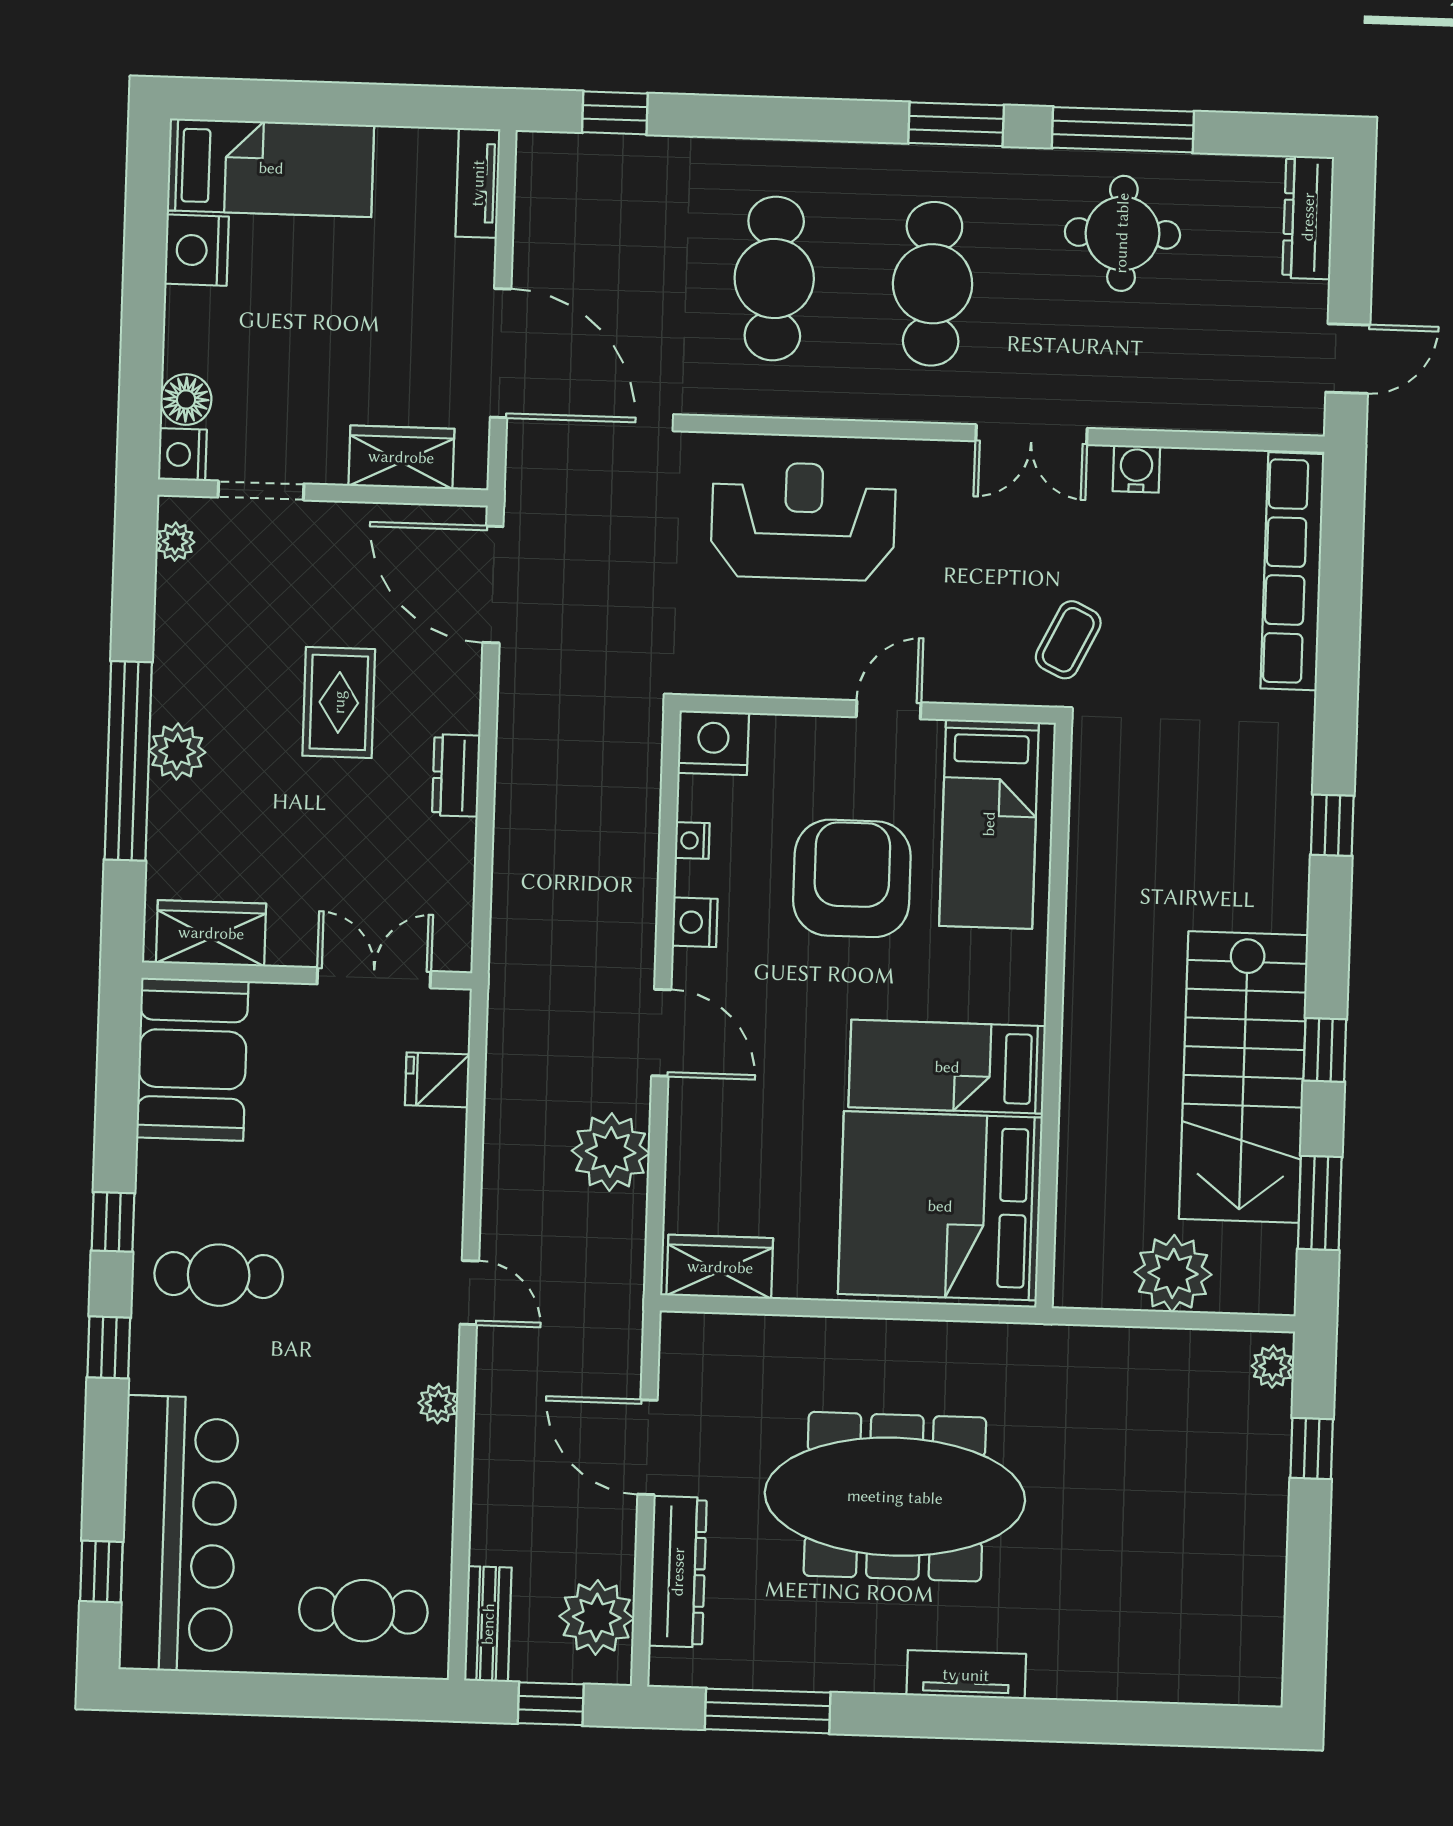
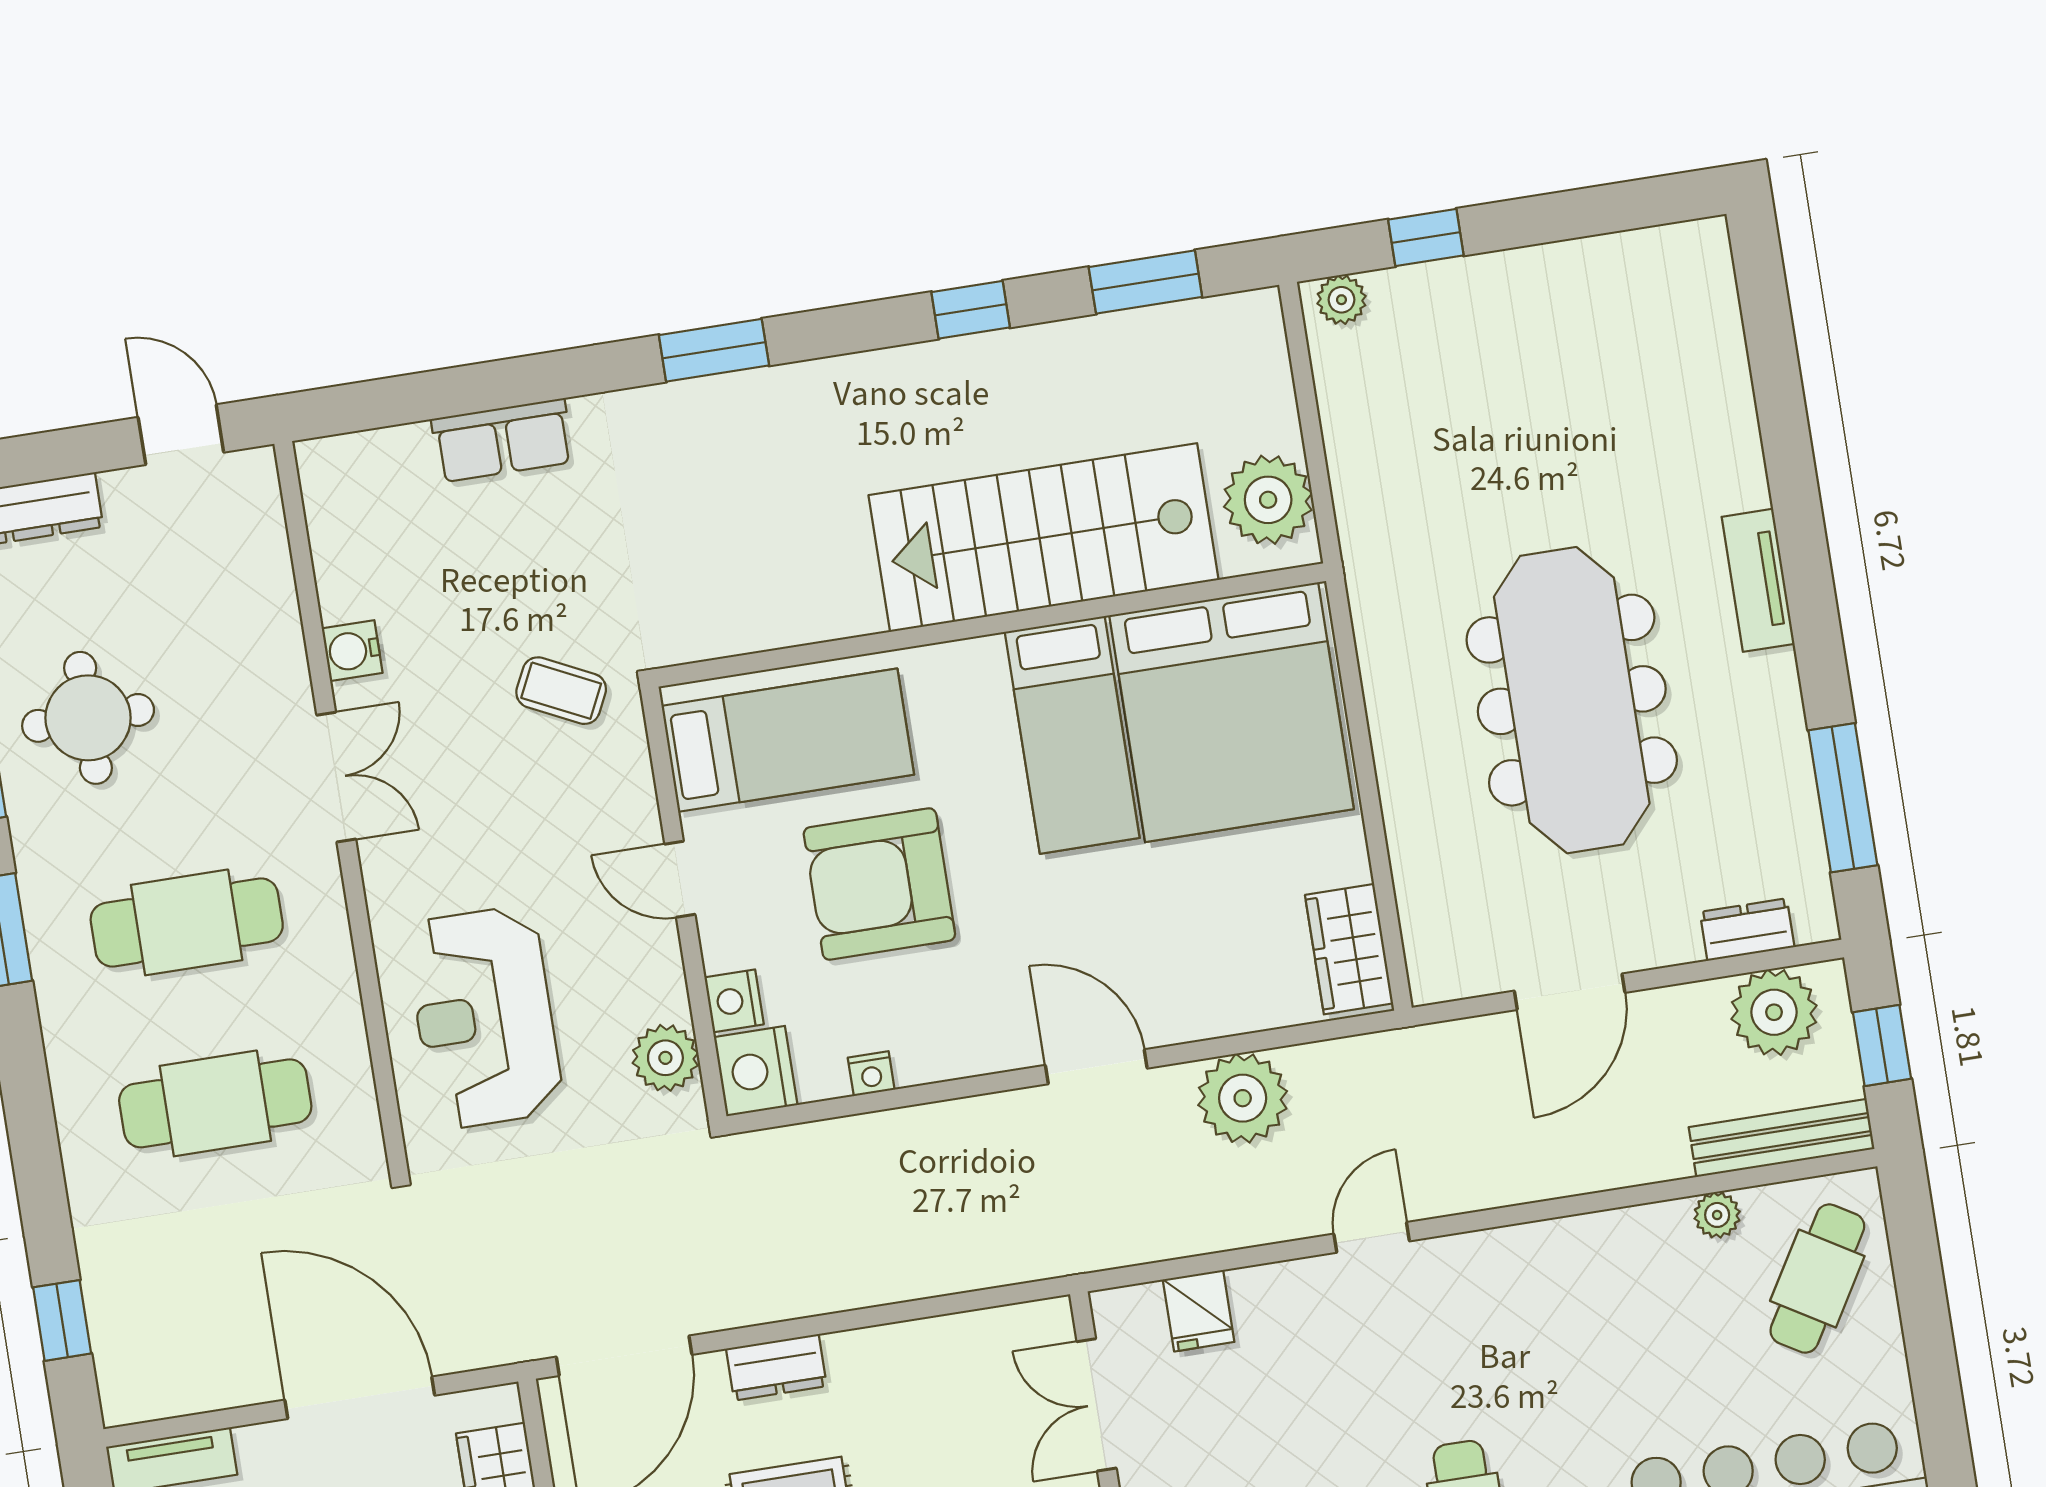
door: (501, 353) -> (360, 1398), hinge flipped
row of seats: (1292, 571) -> (502, 440), width x0.50
plant: (739, 668) -> (665, 1058), added
dresser: (456, 775) -> (776, 1367), moved
window: (1332, 825) -> (714, 350), width x1.50
nightstand: (695, 922) -> (734, 1001), moved, turned 90
door: (661, 1033) -> (1096, 1067), hinge flipped
stairs: (1244, 1077) -> (1044, 538), moved, turned 180
plant: (1173, 1273) -> (1268, 500), moved
door: (469, 1293) -> (1372, 1237), moved
plant: (438, 1403) -> (1717, 1215), moved
dresser: (678, 1572) -> (1747, 930), width x0.51, depth x0.80
cafe table: (363, 1611) -> (1817, 1279), turned 31
bench: (488, 1624) -> (1782, 1138), width x1.36

